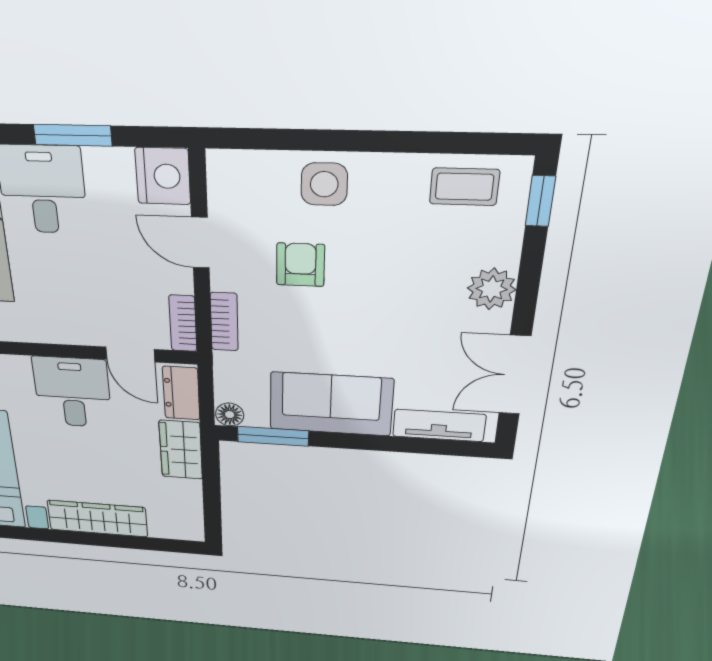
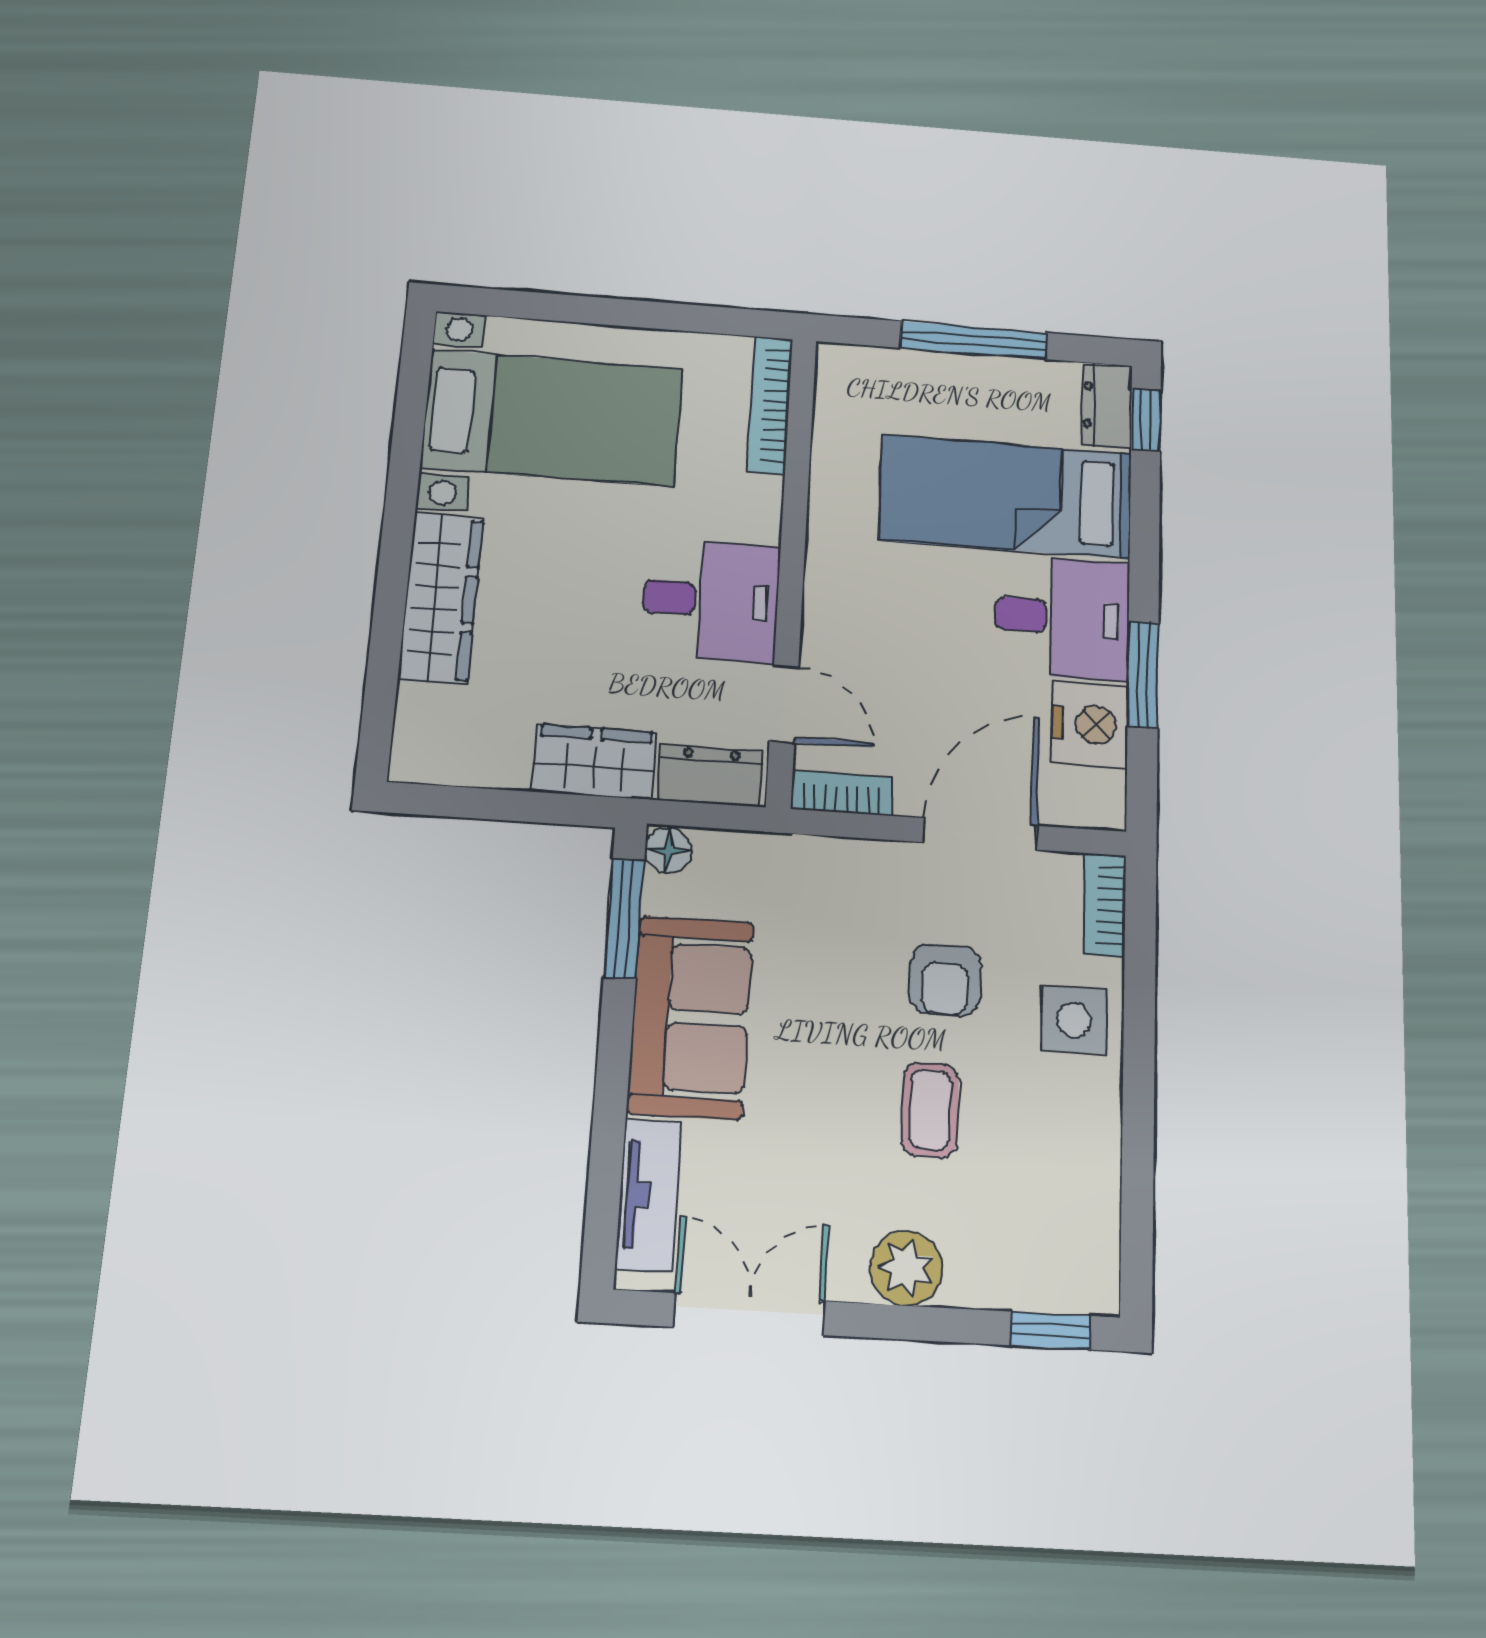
nightstand: (163, 176) -> (1090, 724), moved, turned -90
coffee table: (464, 187) -> (930, 1110), moved
door: (200, 243) -> (980, 834), width x1.38
armchair: (300, 265) -> (945, 980), turned 90
bookcase: (224, 322) -> (1105, 905), moved, turned 90
door: (130, 354) -> (784, 704), swing flipped

